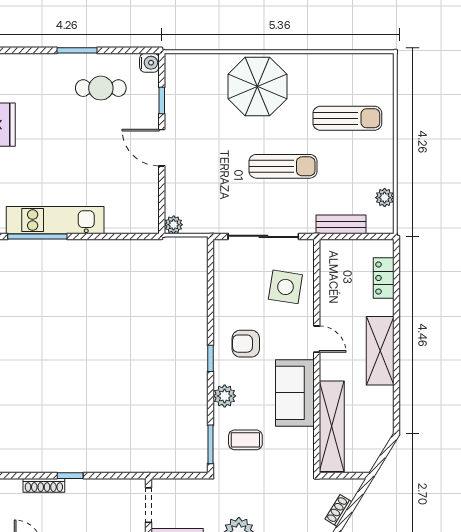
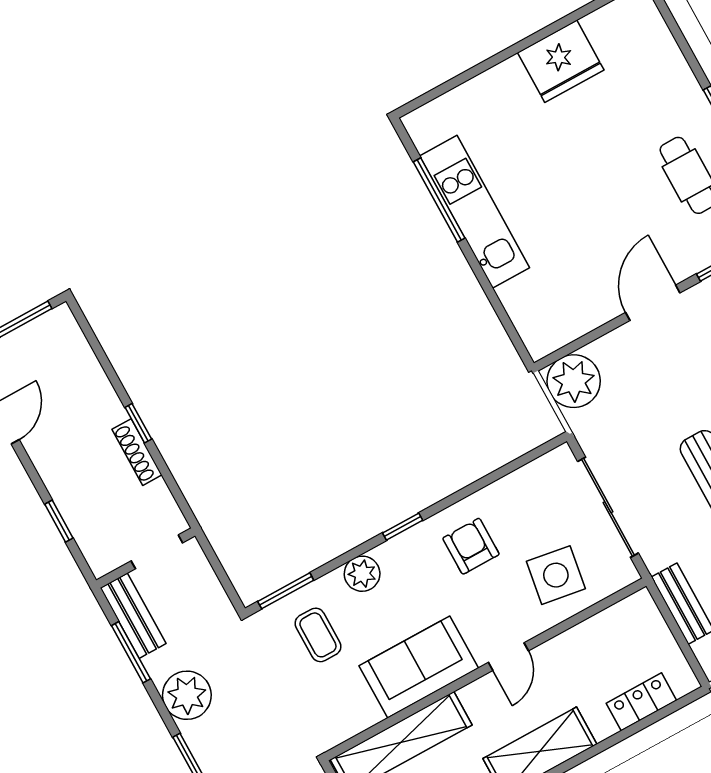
plant: (174, 225) -> (574, 381), width x1.87, depth x1.87
armchair: (246, 344) -> (471, 546), moved
shoe rack: (44, 485) -> (137, 452), moved

